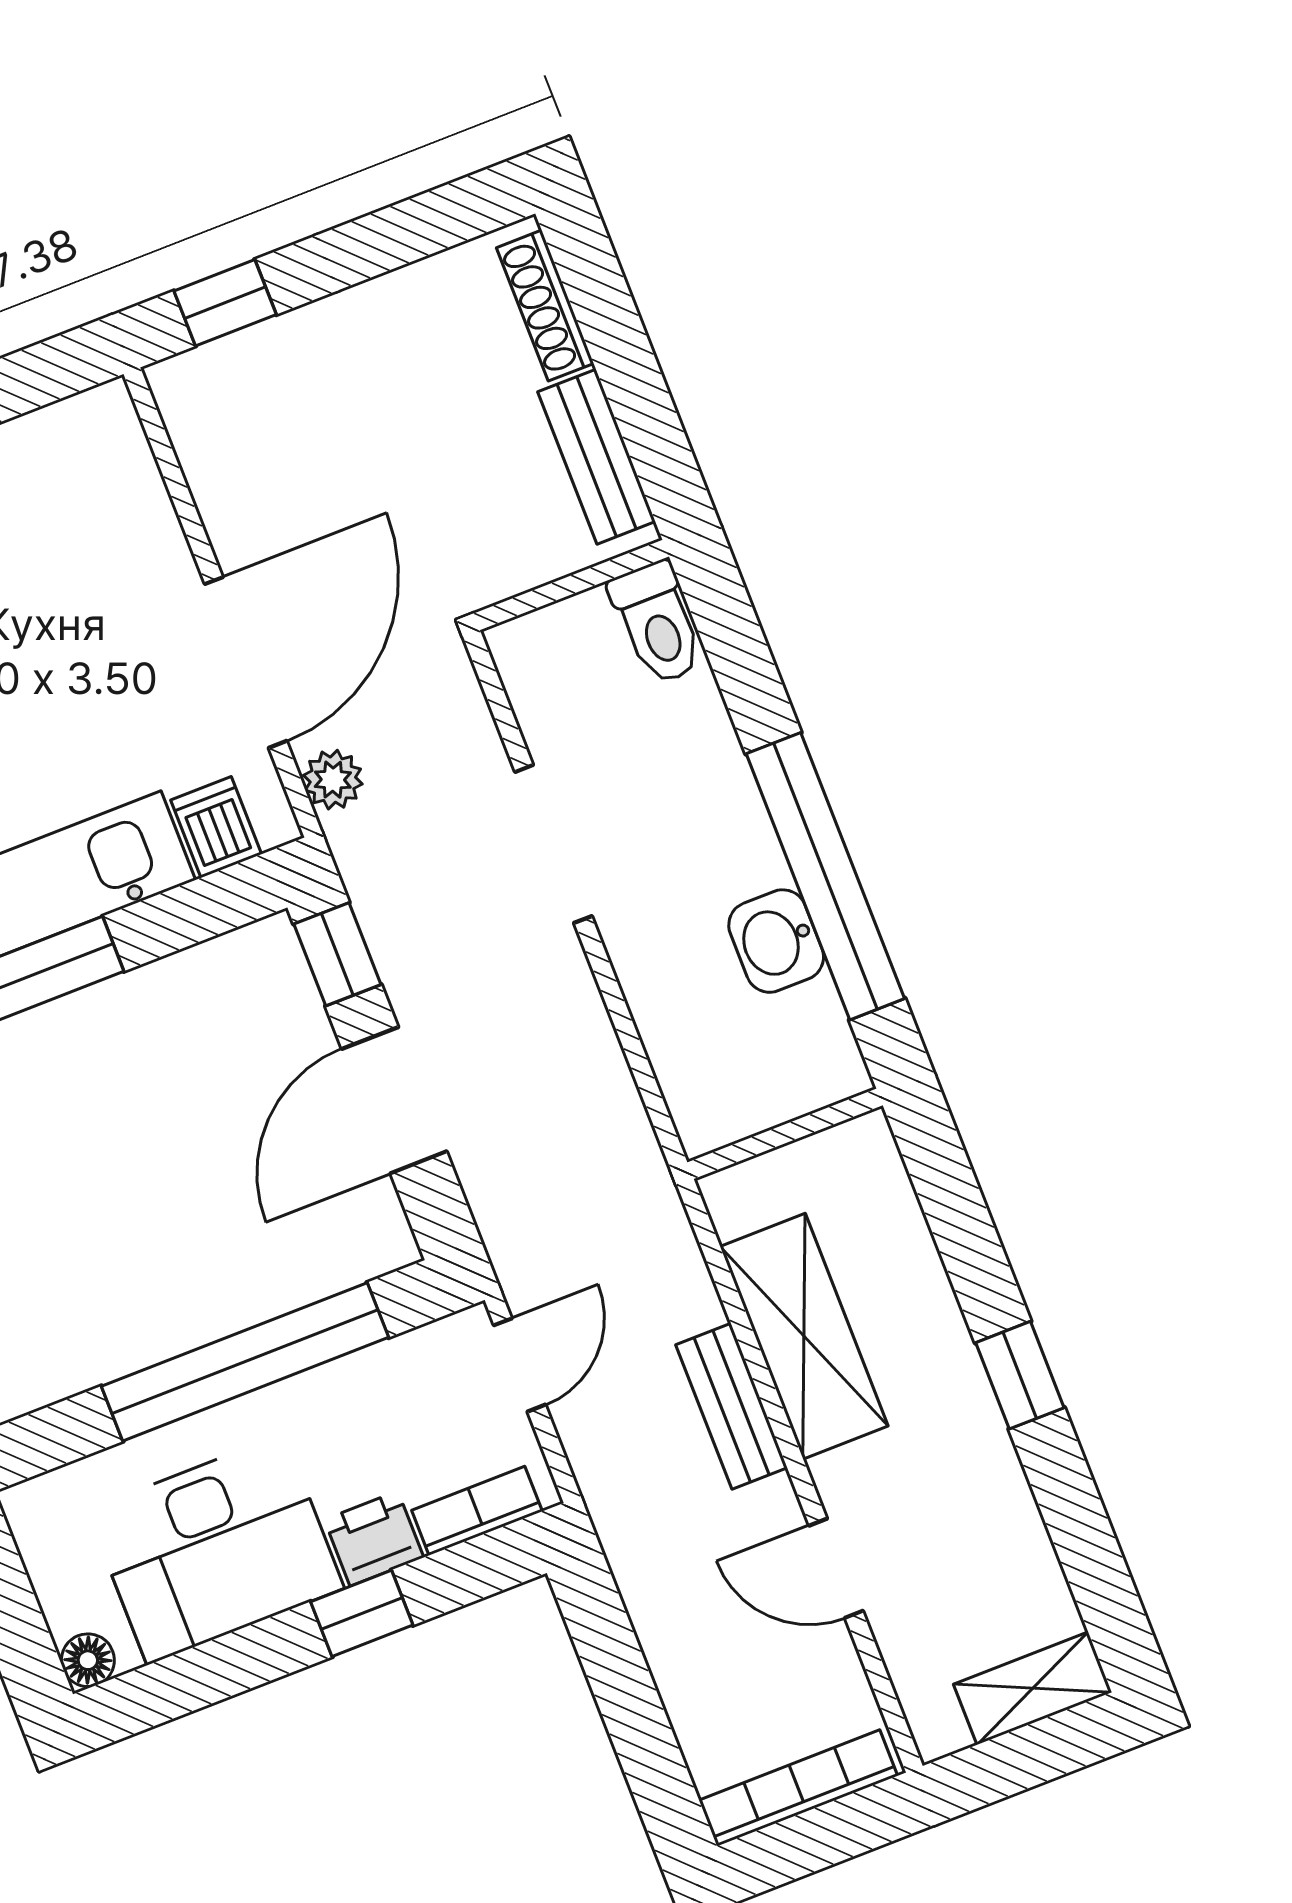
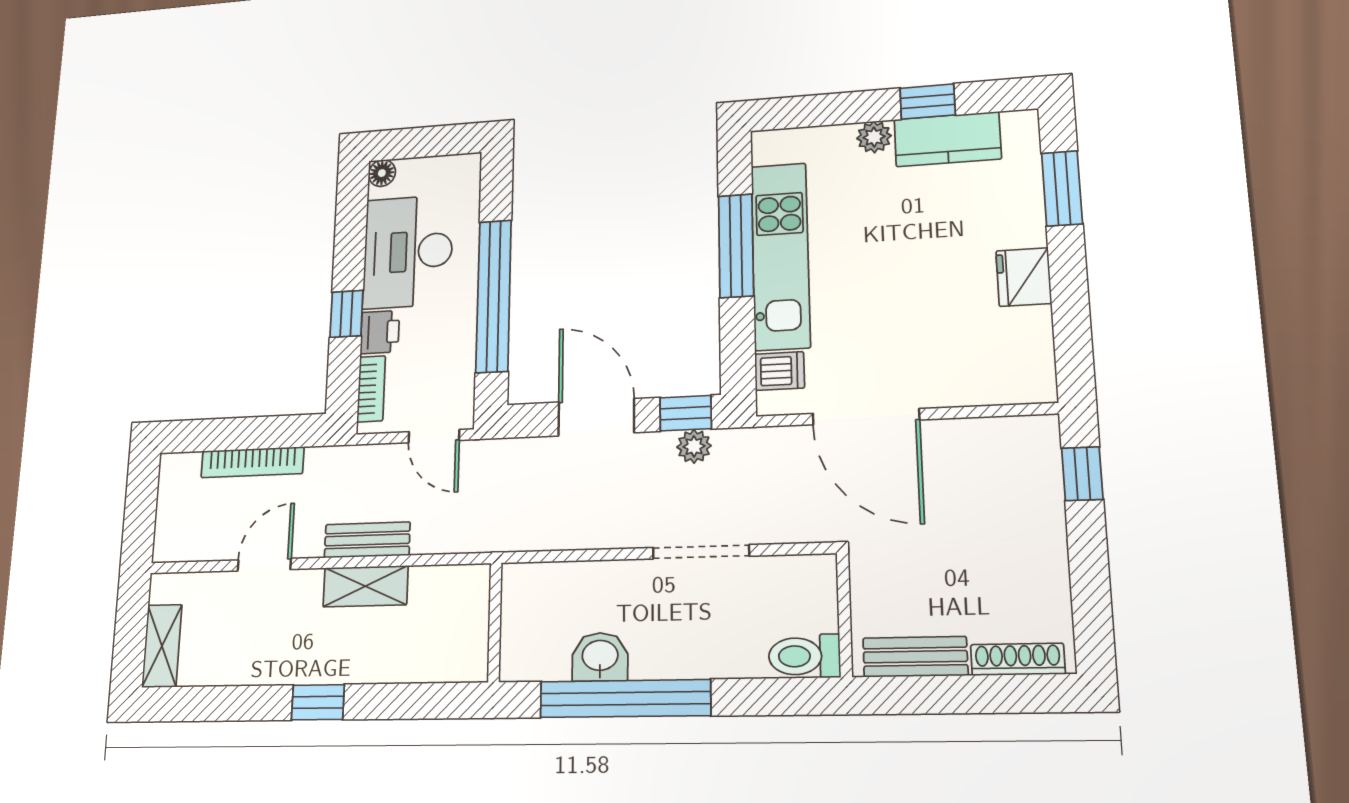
plant: (333, 780) -> (694, 446), moved
shelving: (804, 1336) -> (365, 586), width x0.67, depth x0.75
bookcase: (798, 1788) -> (252, 462), moved, turned 90

